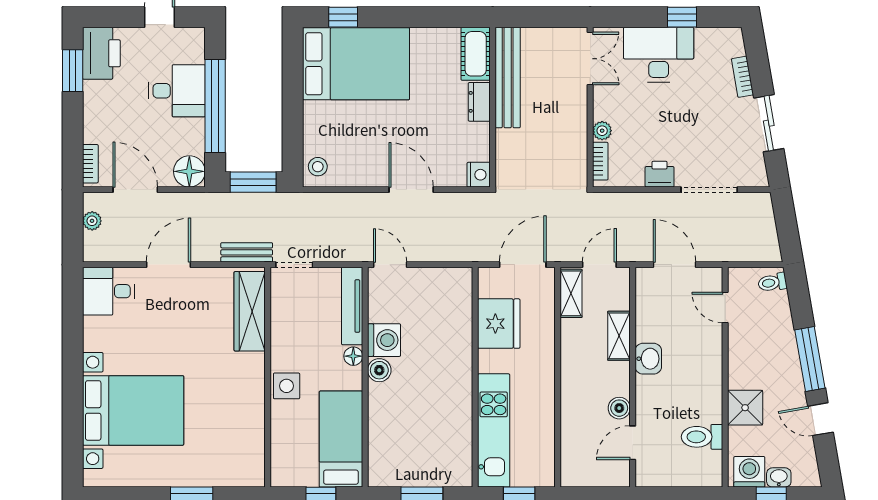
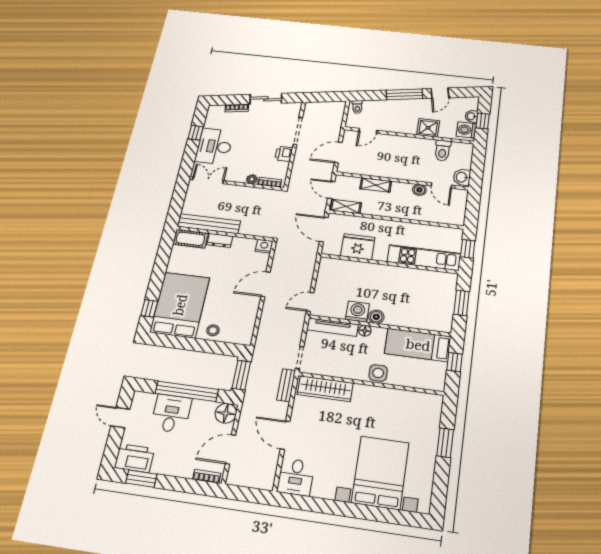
stool: (318, 167) -> (213, 330), moved
plant: (92, 221) -> (246, 481), removed
washbasin: (648, 359) -> (462, 177), moved, turned -90

